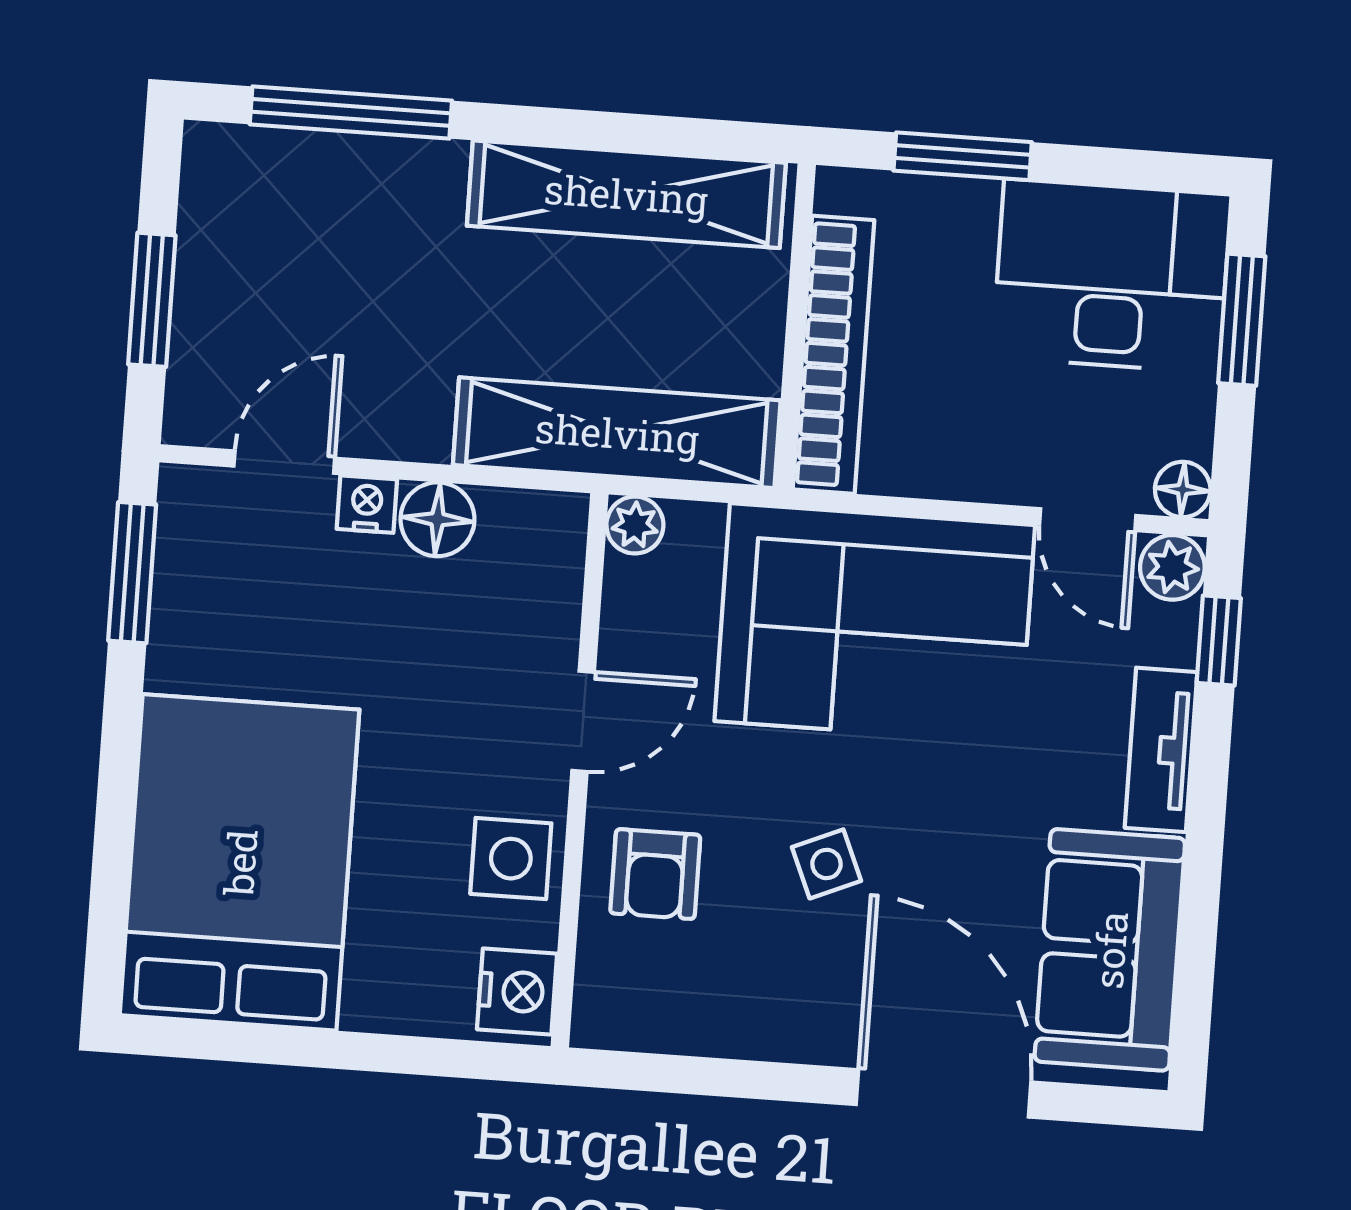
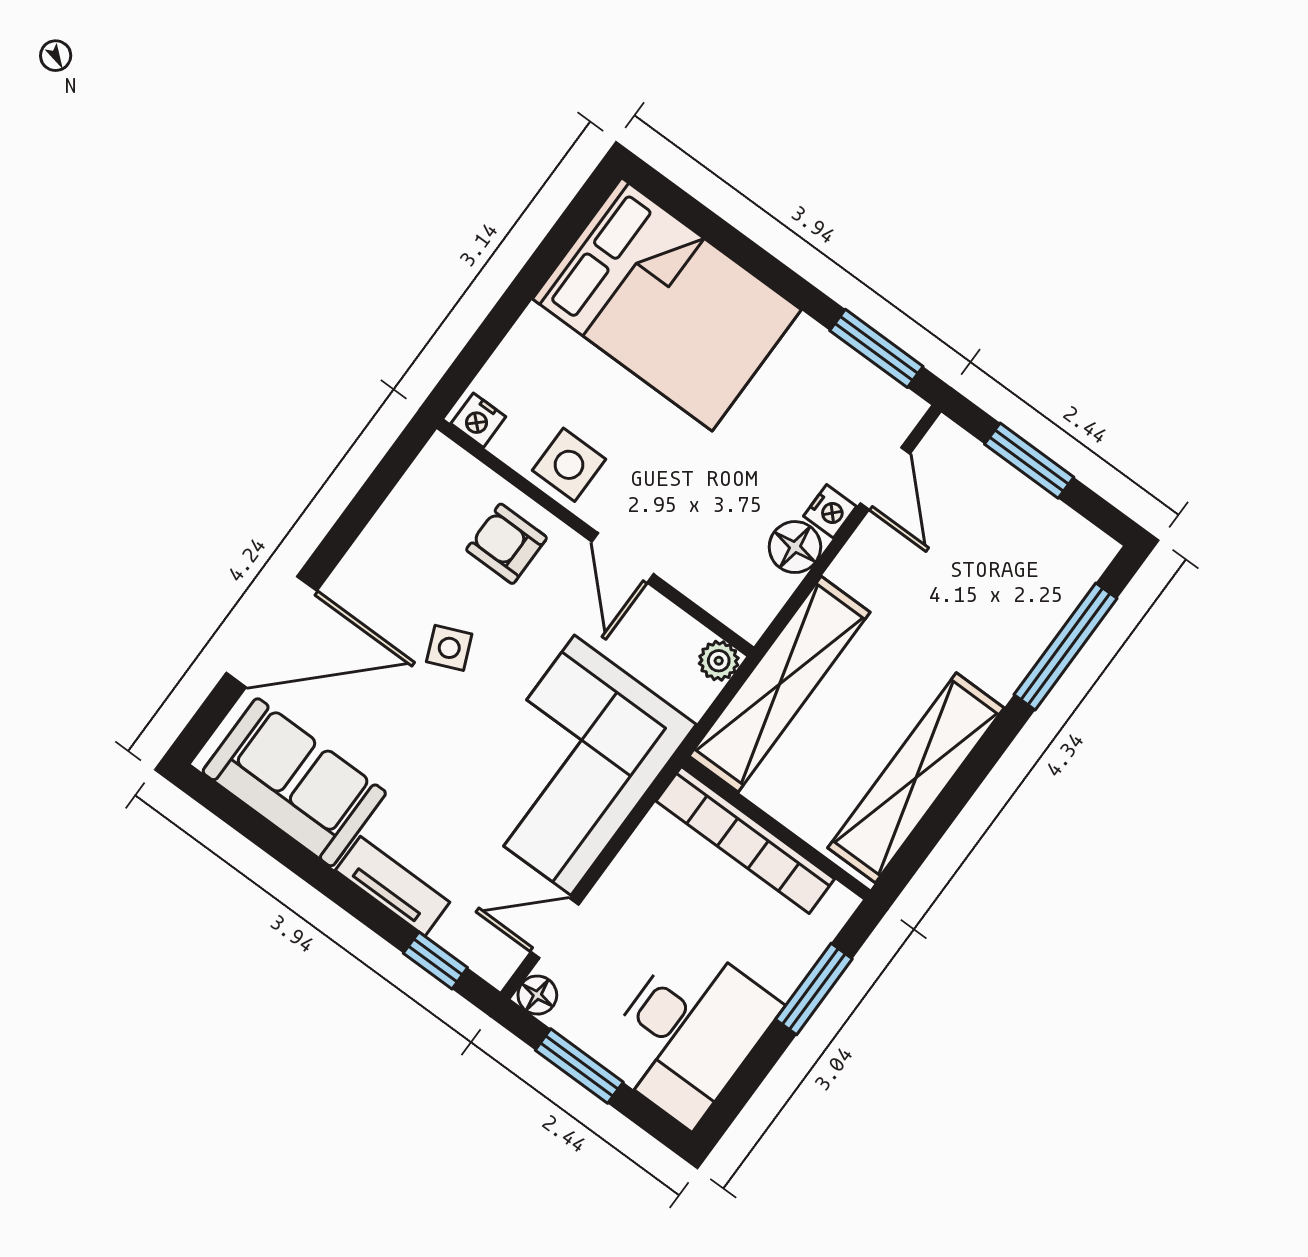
window: (1242, 320) -> (579, 1066), moved
plant: (1172, 567) -> (495, 960), removed
nightstand: (517, 992) -> (478, 420), width x0.72, depth x0.74

